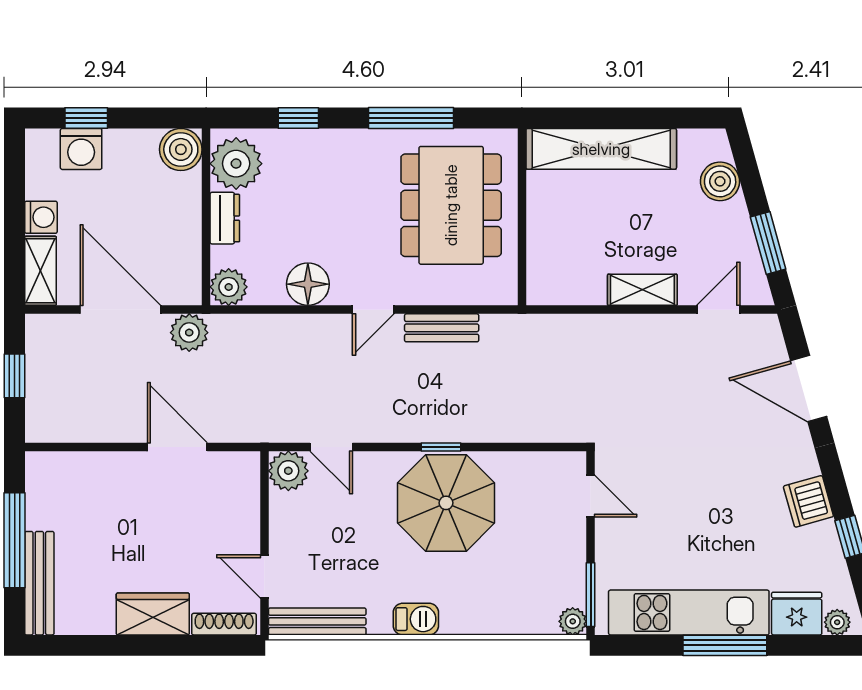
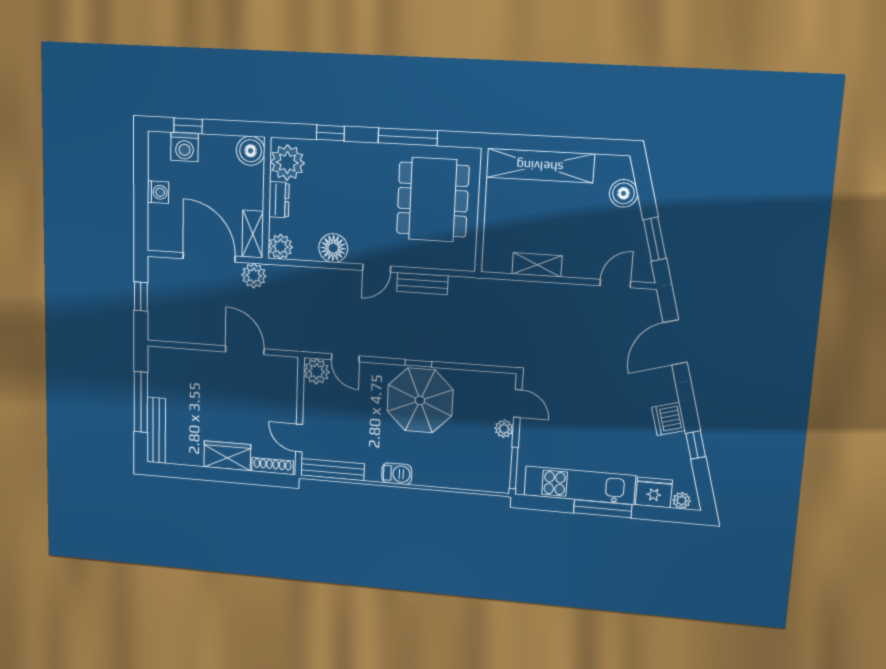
shelving: (40, 271) -> (253, 234), moved
shelving: (642, 290) -> (537, 265), moved
door: (809, 389) -> (675, 342), hinge flipped
plant: (573, 621) -> (504, 429), moved

